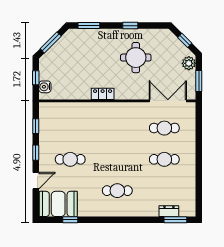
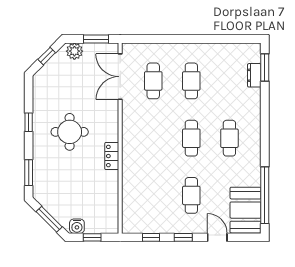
round table: (136, 58) -> (70, 132), moved
water cooler: (45, 87) -> (77, 226), moved
cafe table: (117, 159) -> (191, 138), added
window: (70, 220) -> (265, 195), width x3.17

